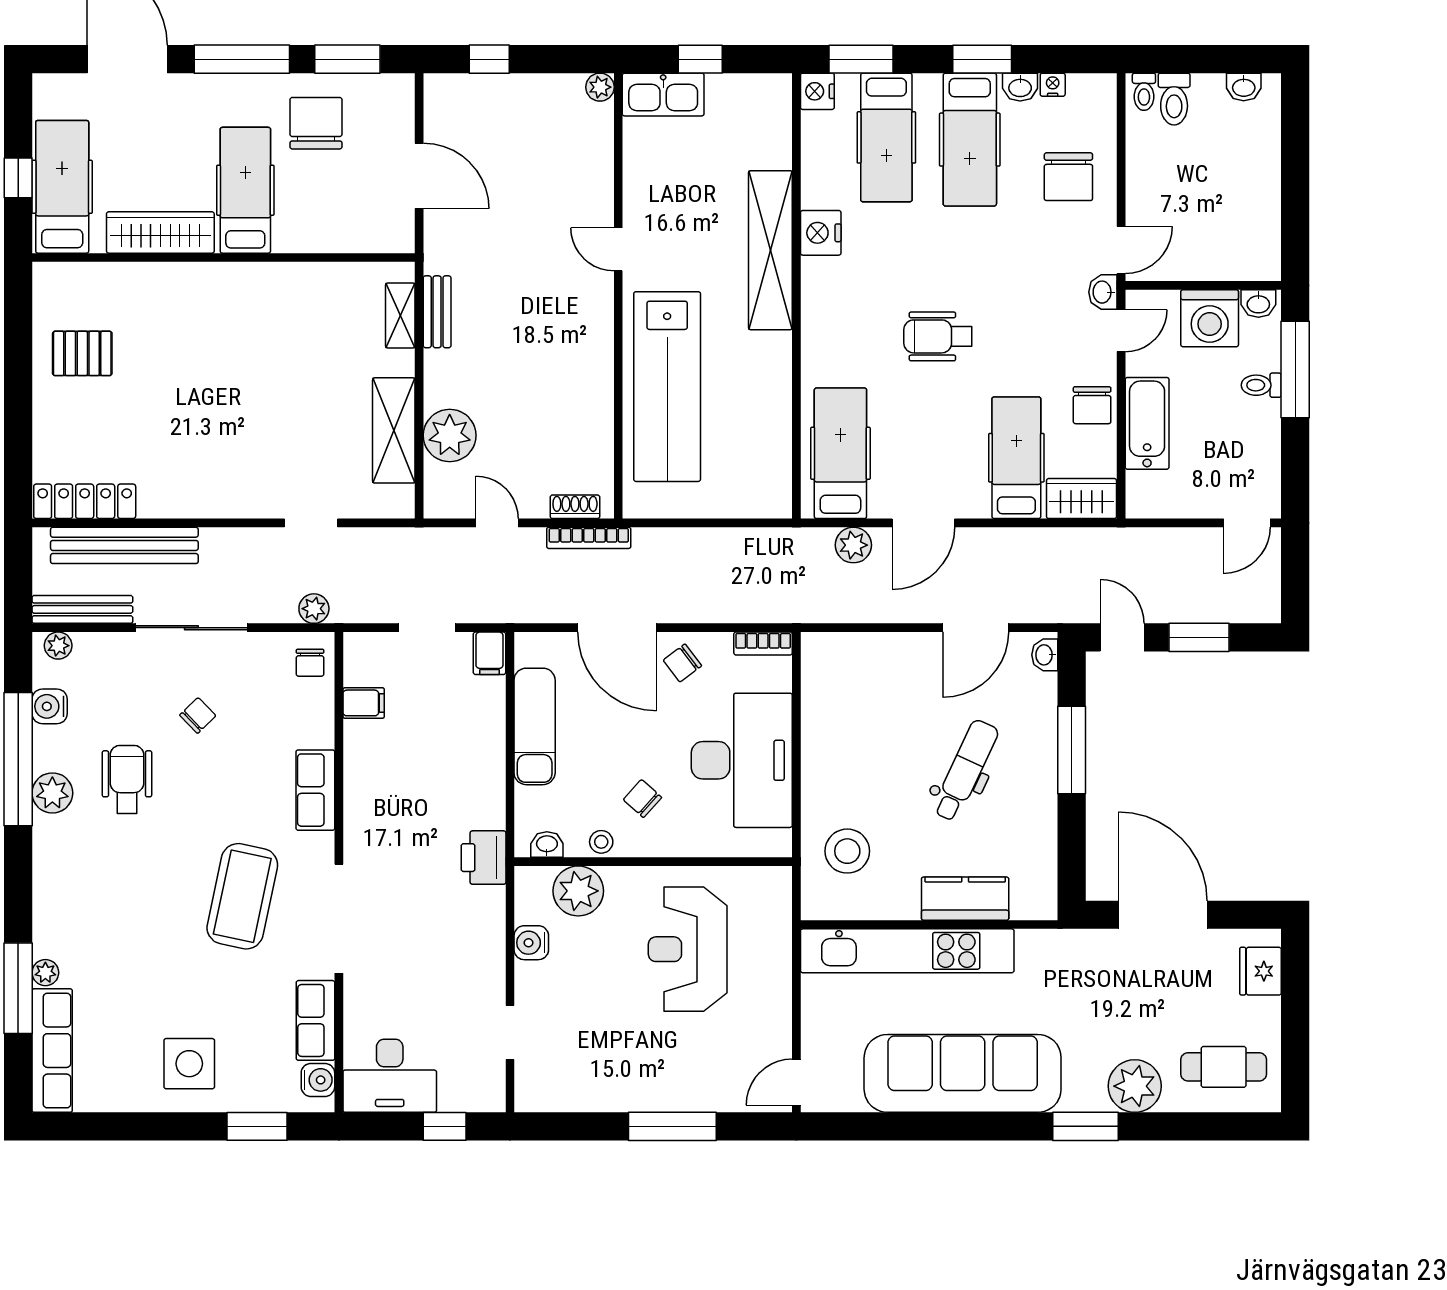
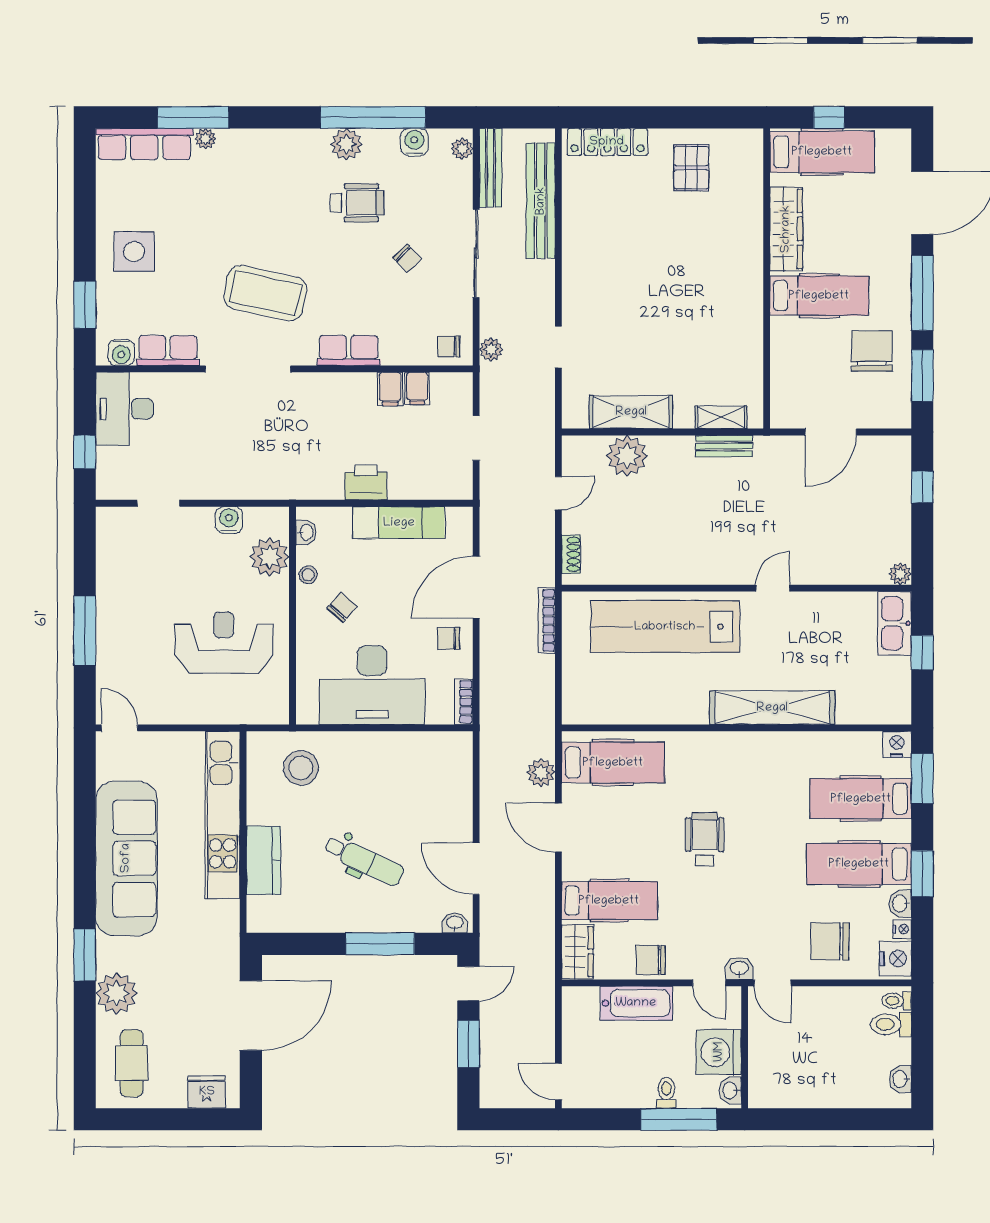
chair: (316, 123) -> (872, 351), turned -90
nightstand: (821, 233) -> (895, 959), moved, turned 90
locker: (85, 501) -> (607, 142), moved, turned 90
bookcase: (589, 538) -> (547, 620), moved
filing cabinet: (489, 653) -> (390, 389), moved, turned -90
chair: (682, 663) -> (448, 639), turned -53
printer: (484, 858) -> (366, 483), moved

